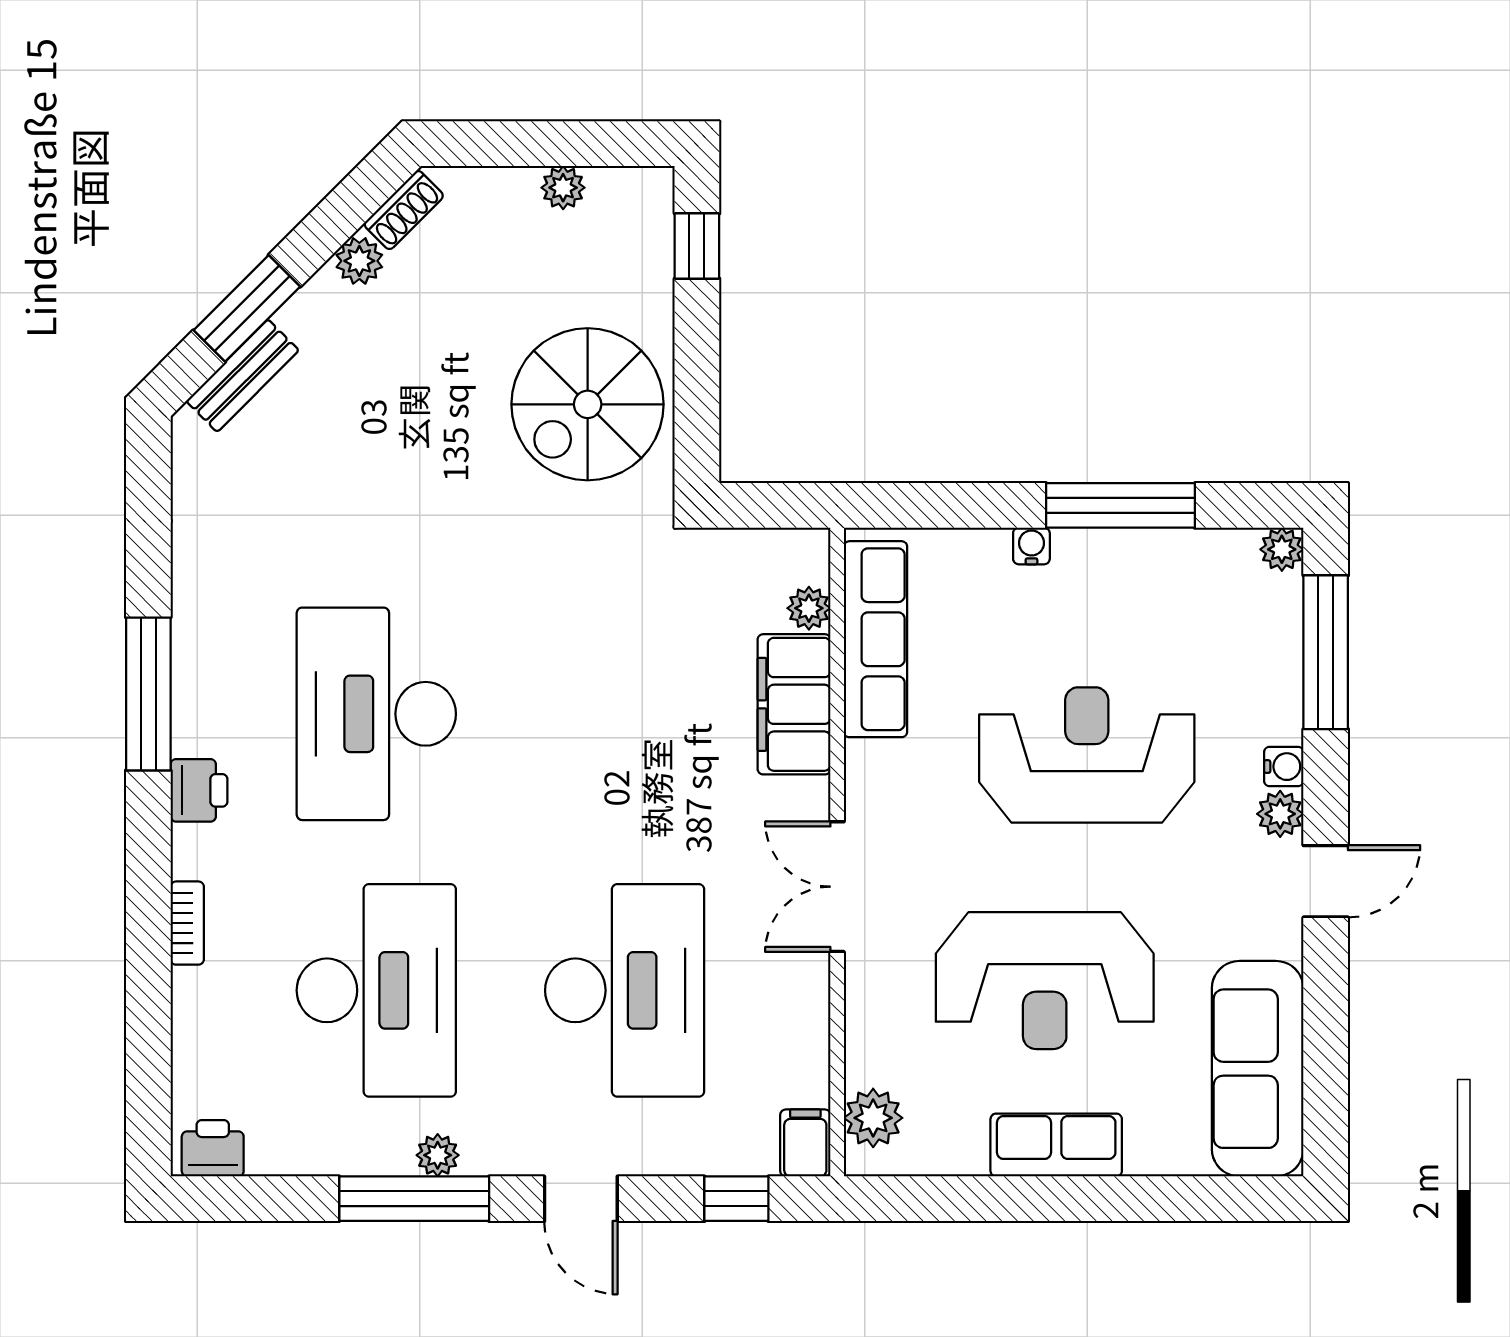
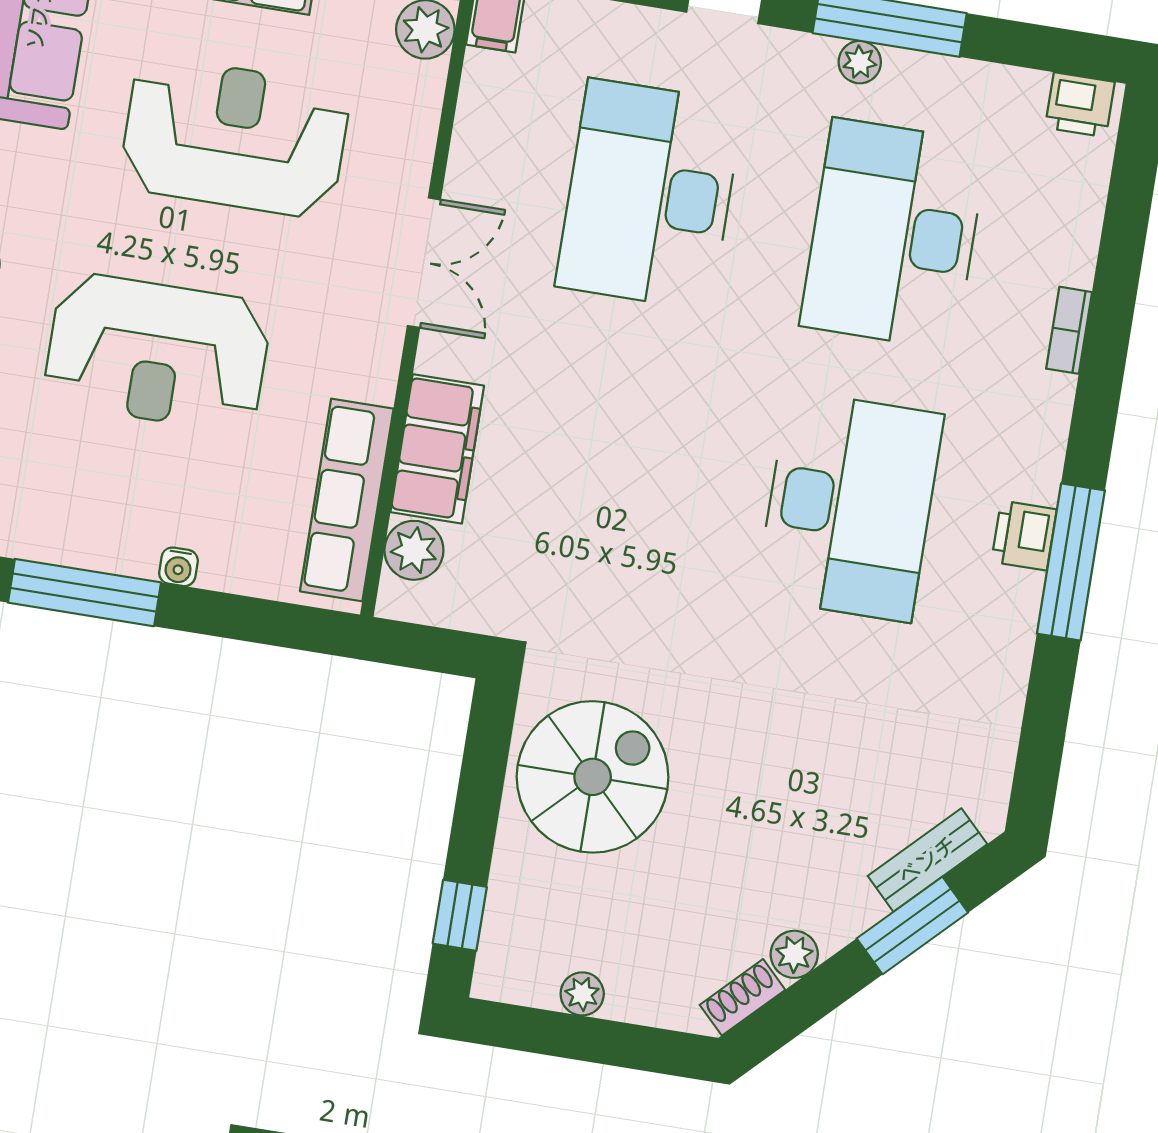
plant: (809, 608) -> (414, 550), width x1.38, depth x1.38
printer: (199, 790) -> (1024, 535), moved

